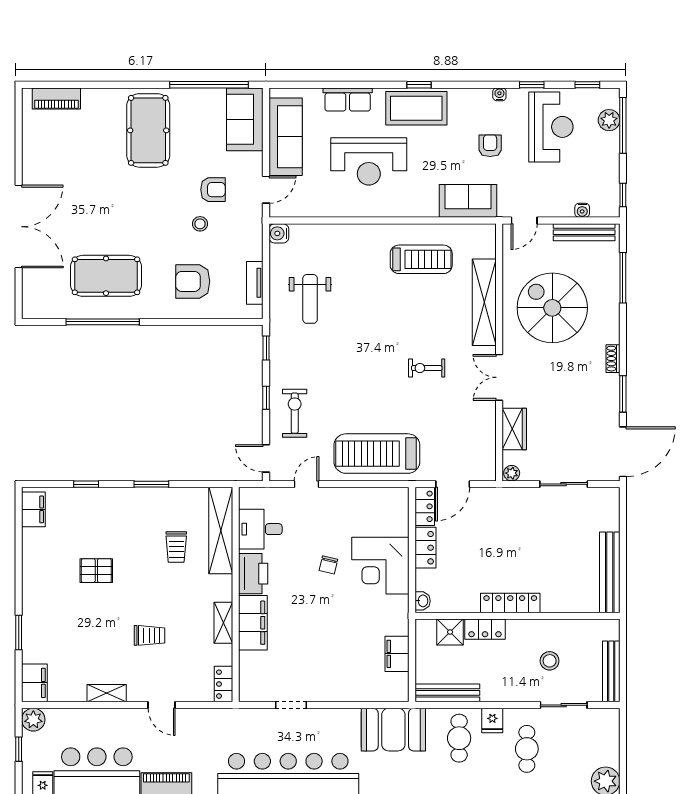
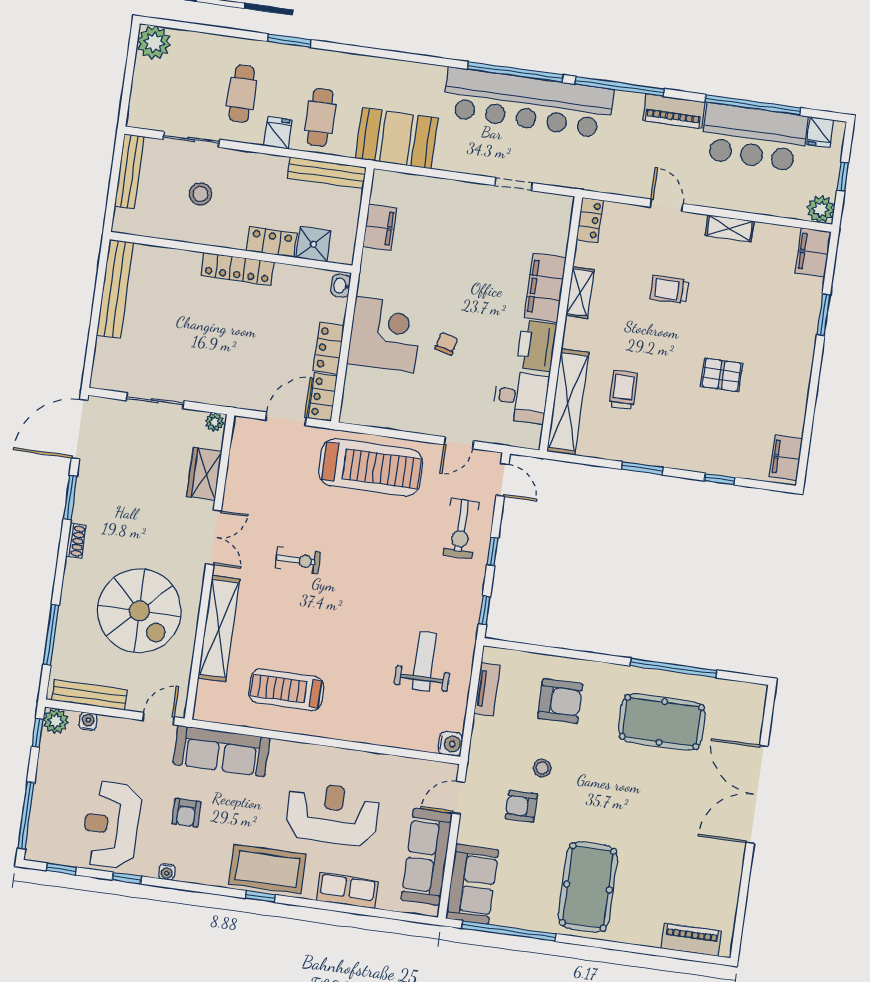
plant: (609, 120) -> (56, 721), moved
sofa: (468, 201) -> (221, 751), width x1.36

